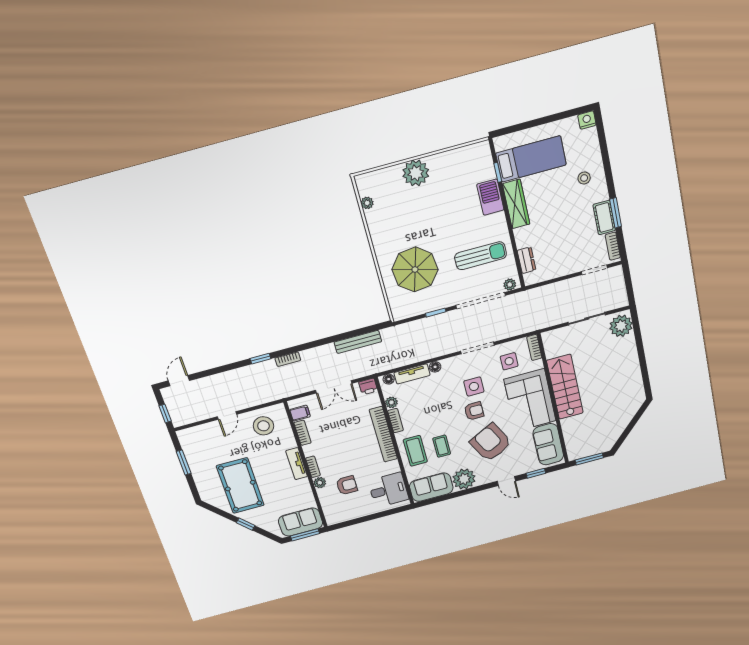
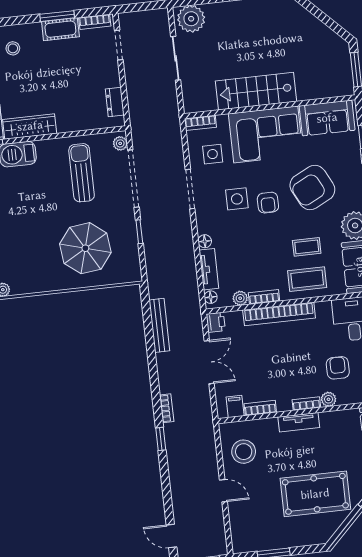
dresser: (527, 260) -> (115, 102), moved, turned -90
armchair: (474, 411) -> (268, 203), turned 180

